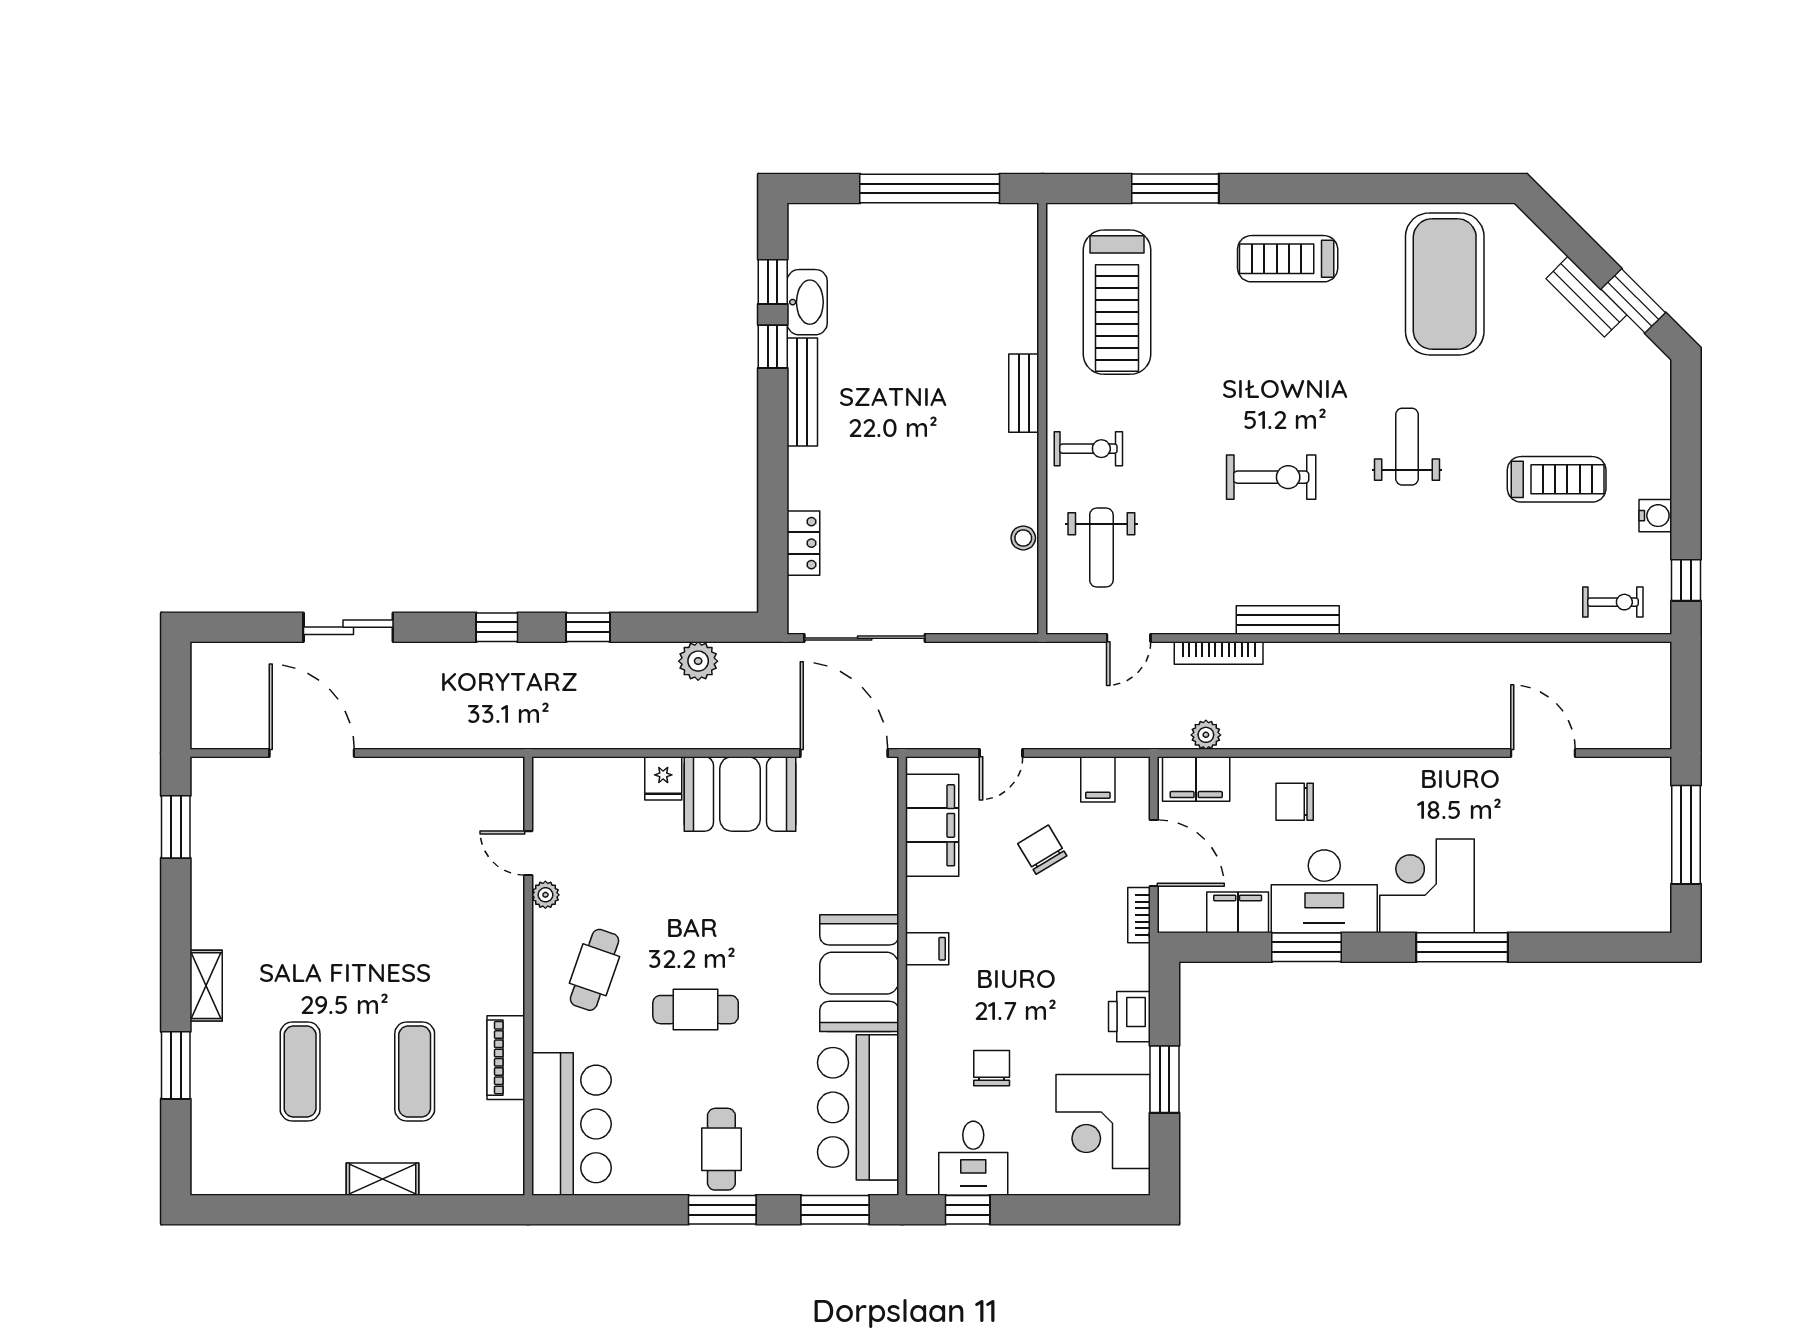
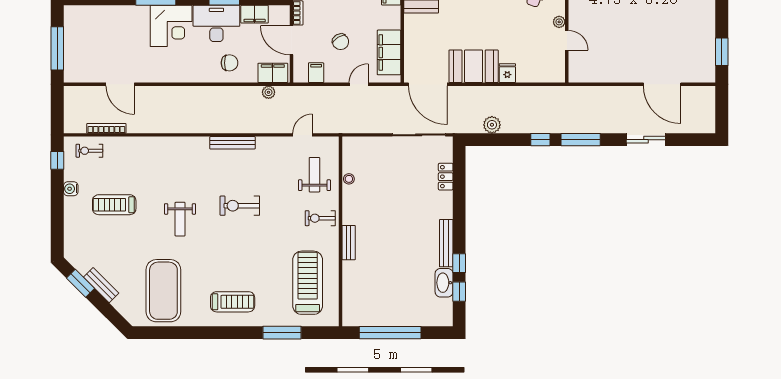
window: (497, 627) -> (581, 140), width x2.17
bookcase: (1219, 653) -> (106, 128), moved

